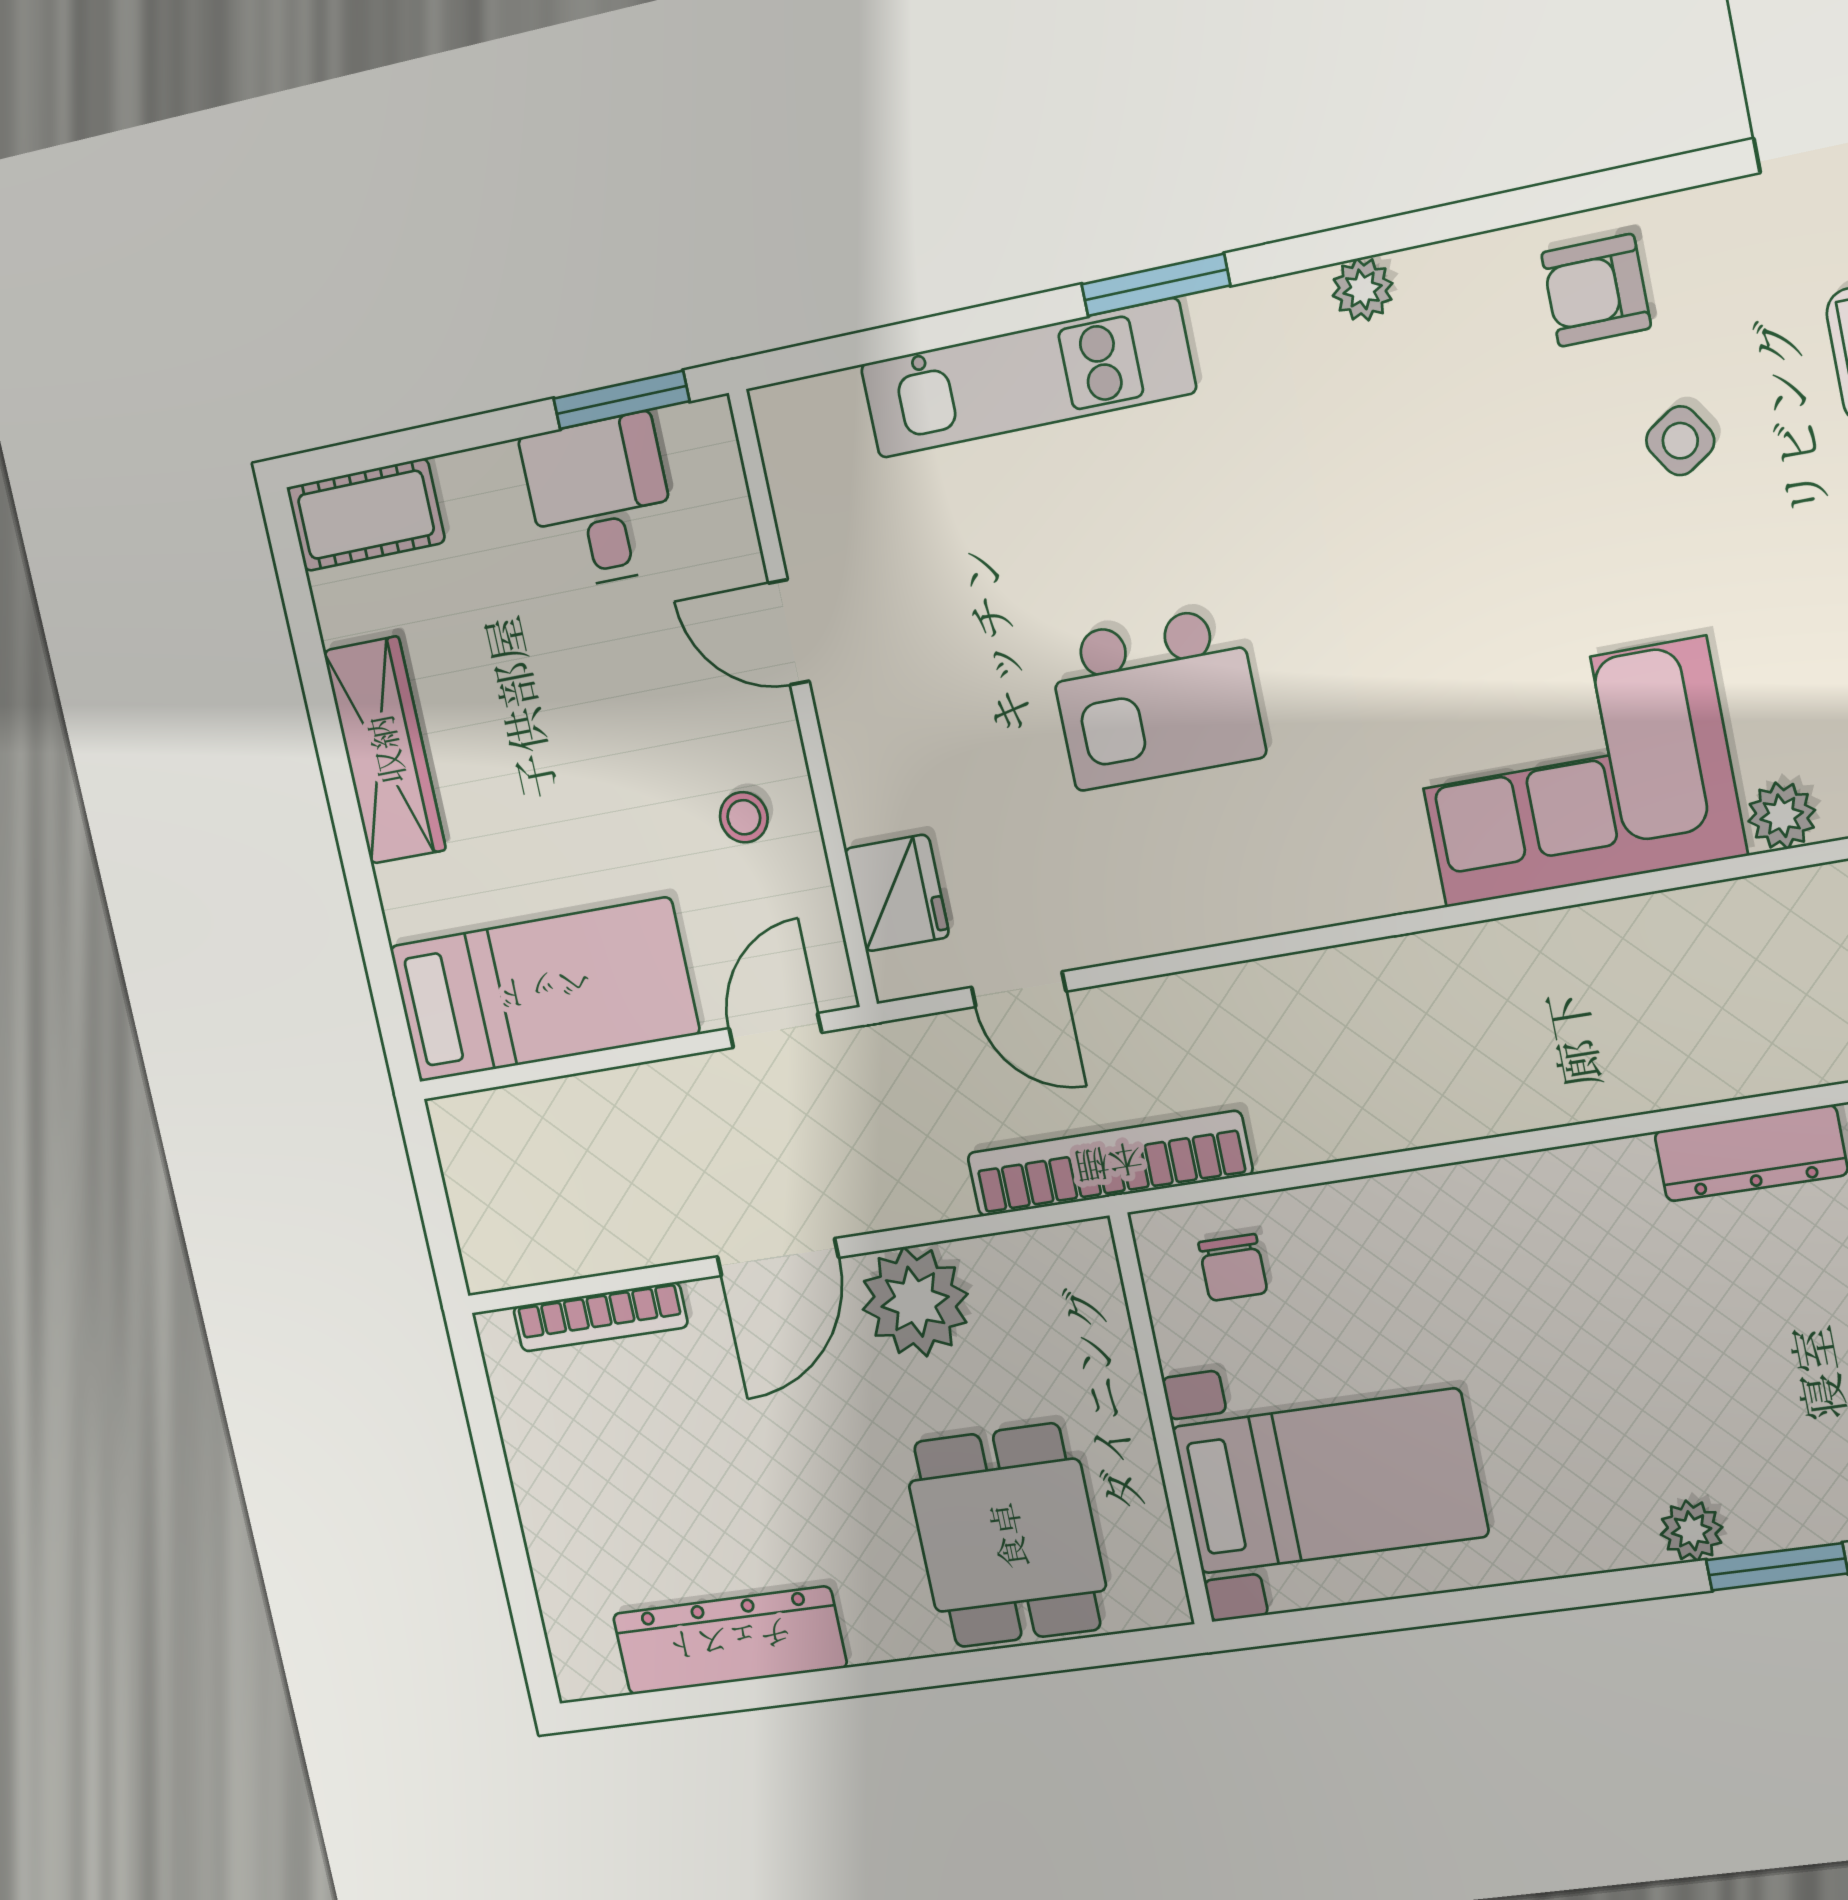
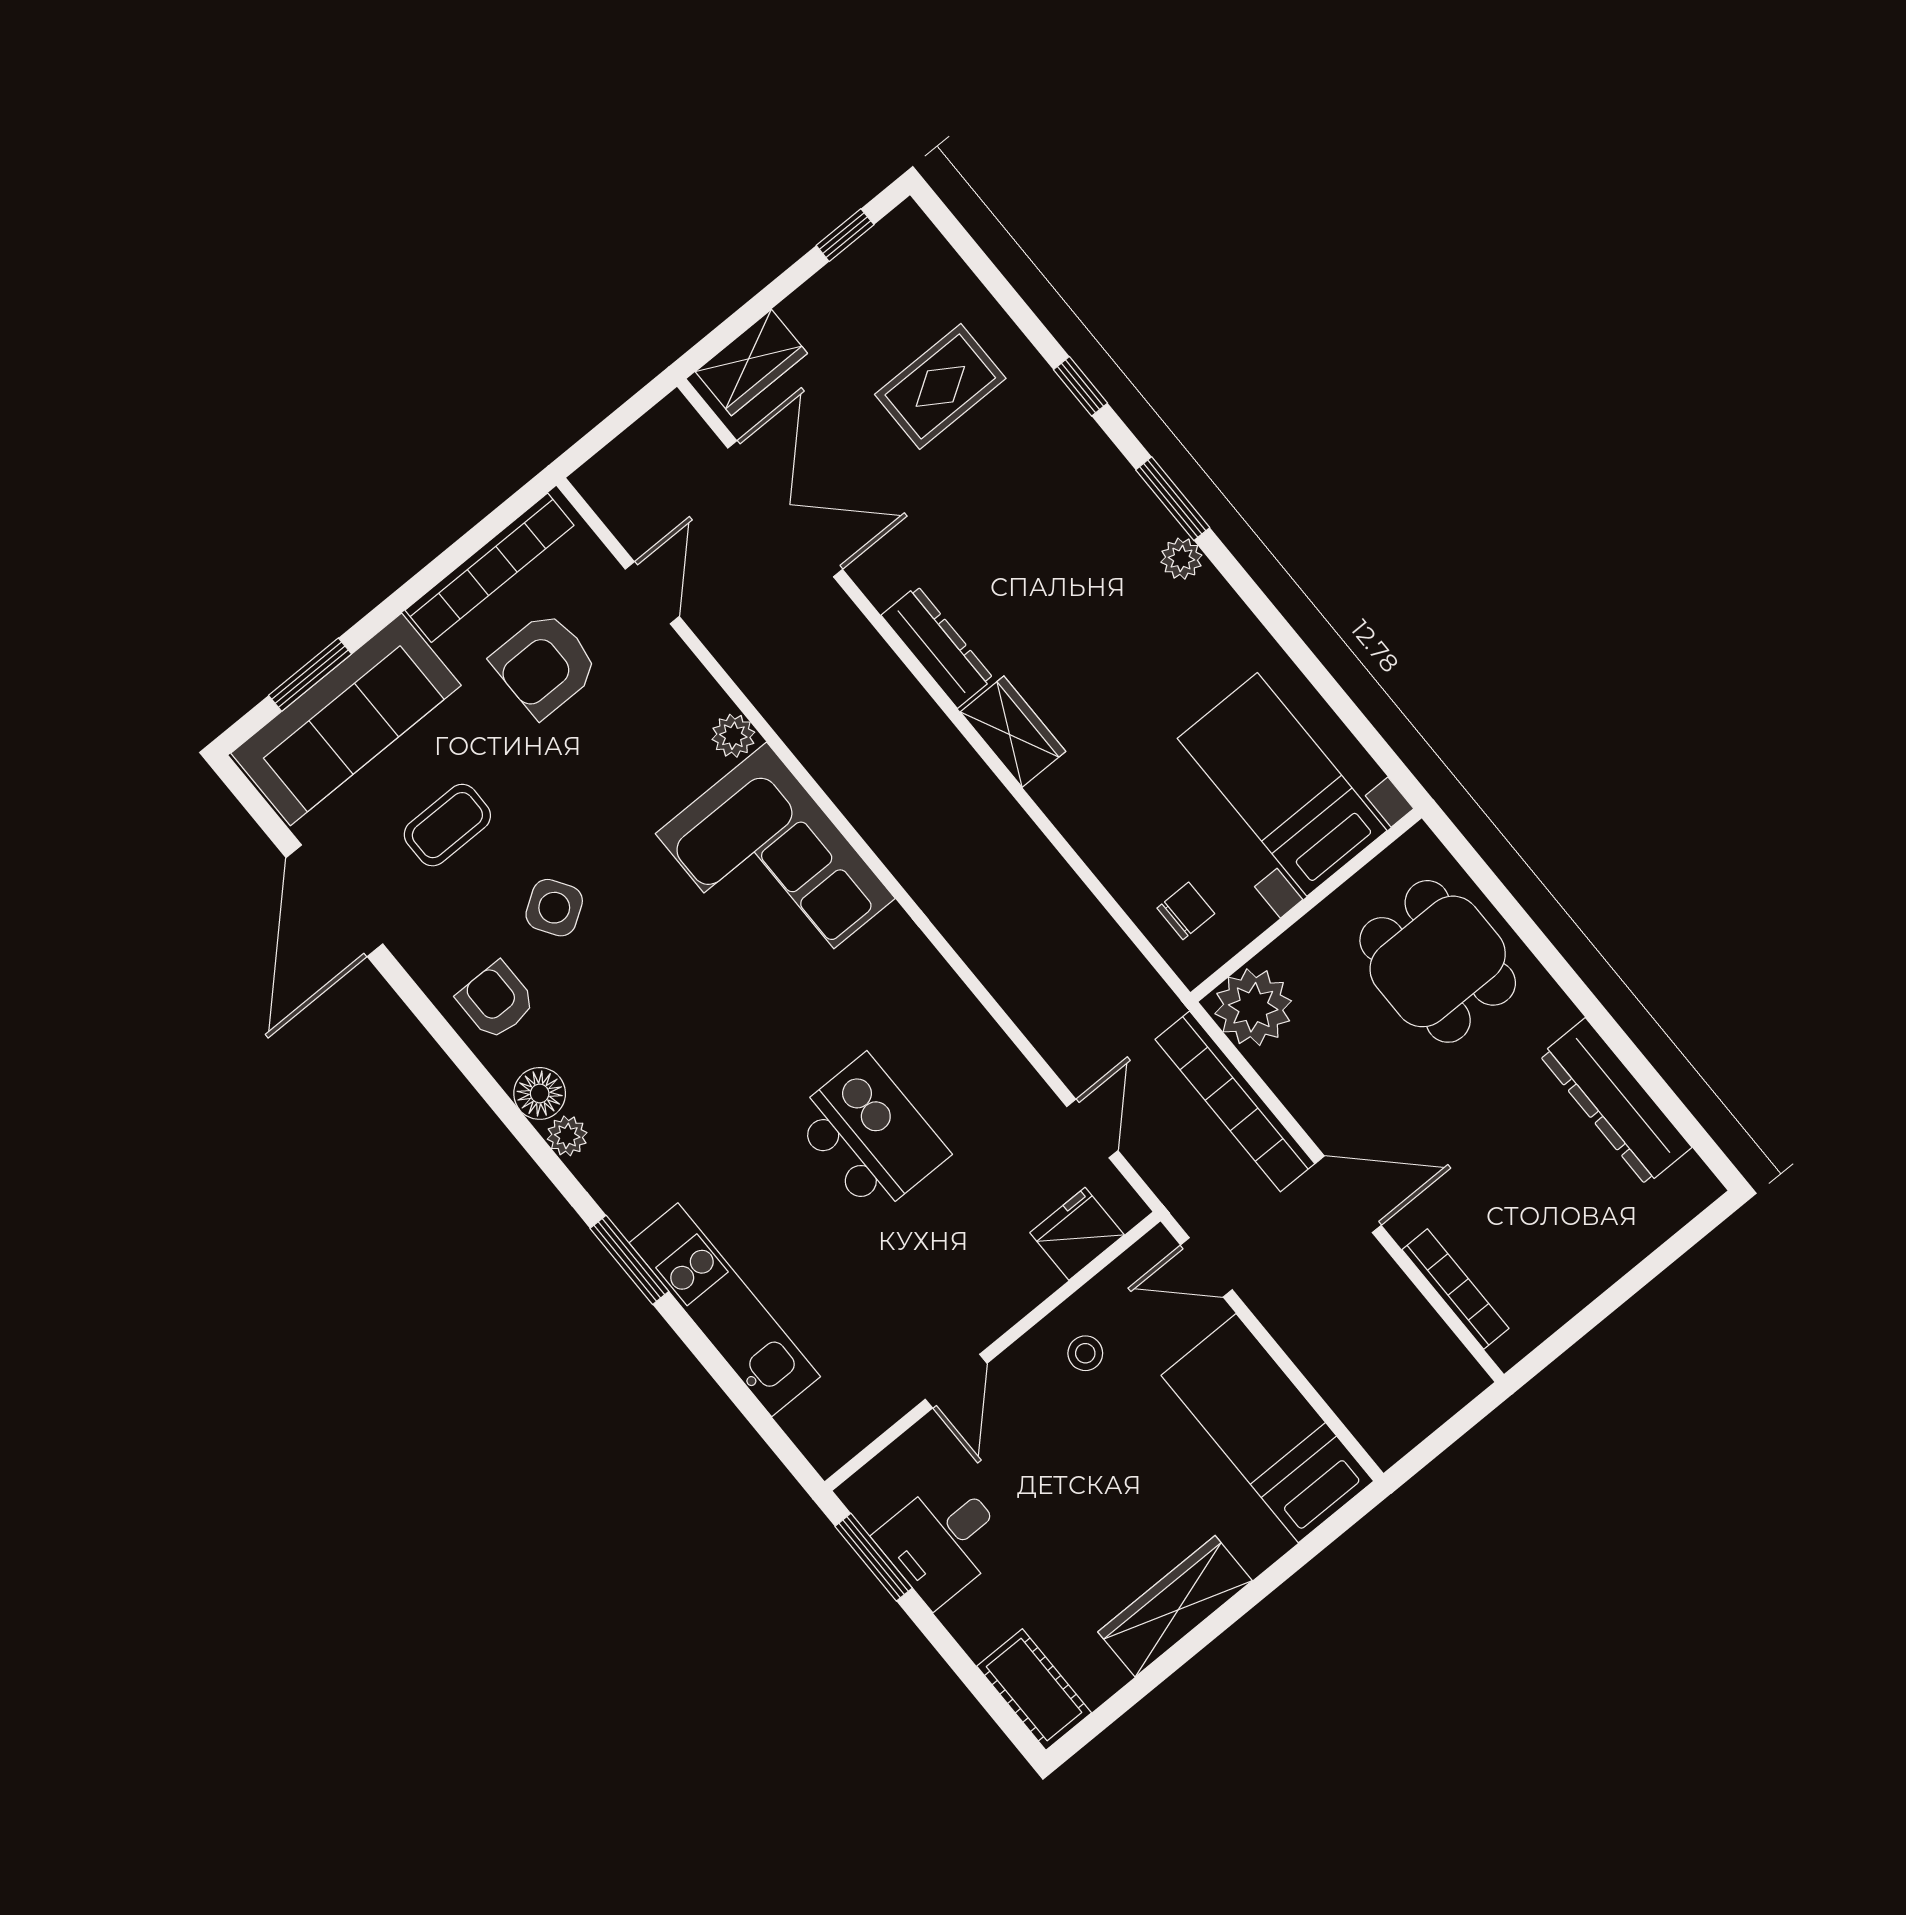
floor lamp: (1439, 282) -> (540, 1093), added
armchair: (1596, 290) -> (496, 1001), turned 180
side table: (1680, 441) -> (554, 908), width x1.37, depth x1.37
bookcase: (1109, 1164) -> (1235, 1101), moved
wardrobe: (1584, 1186) -> (1013, 732), added
plant: (915, 1302) -> (1253, 1007), moved
dining table: (1007, 1536) -> (1438, 961), turned 90

